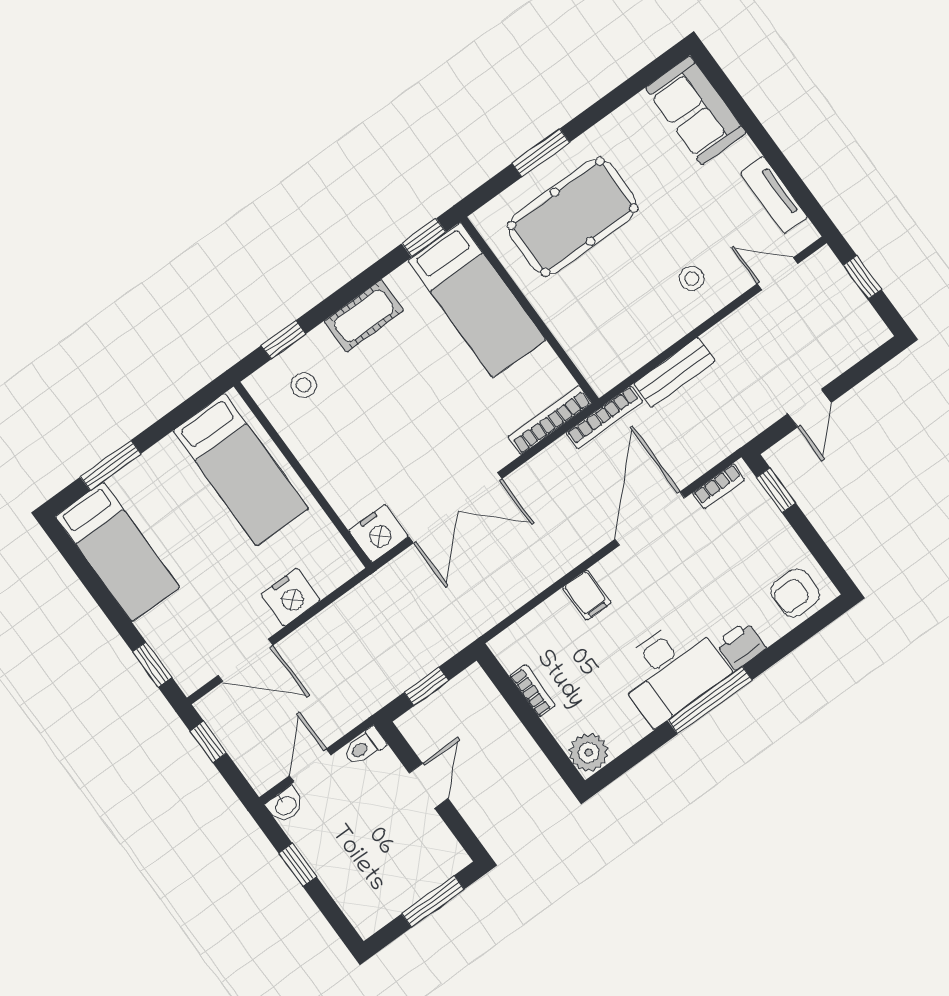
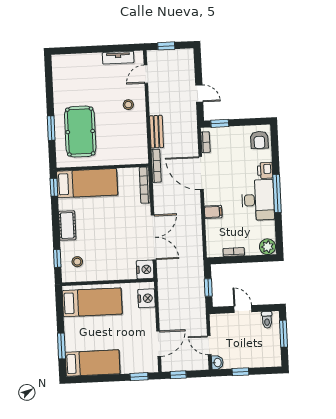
sofa: (696, 110) -> (71, 65), removed
nightstand: (291, 597) -> (146, 298), moved
toilet: (364, 747) -> (267, 320), moved

